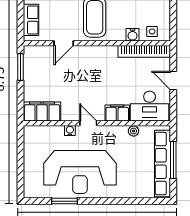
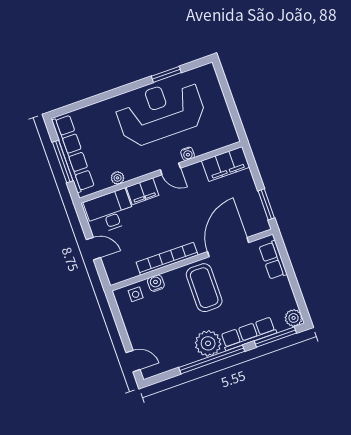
door: (64, 43) -> (228, 247), width x1.88
bookcase: (144, 51) -> (167, 259), moved

